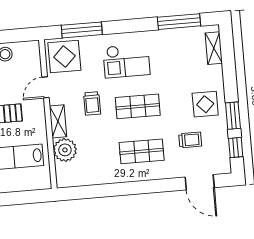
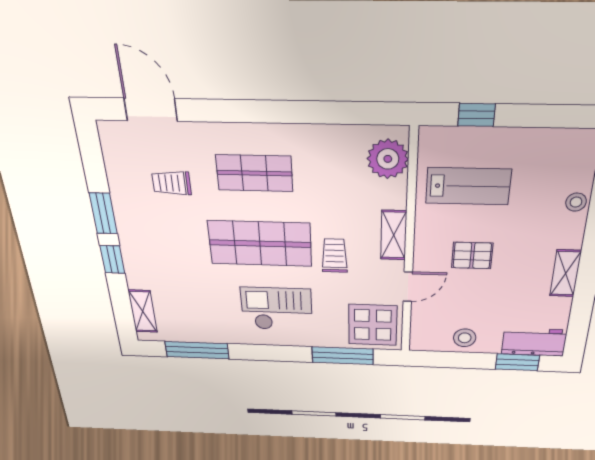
display table: (205, 104) -> (150, 235), removed
shop shelf: (138, 106) -> (260, 244), width x1.43, depth x1.36
window: (236, 148) -> (112, 259), moved
plant: (65, 150) -> (388, 159), moved
window: (22, 198) -> (476, 115), added

